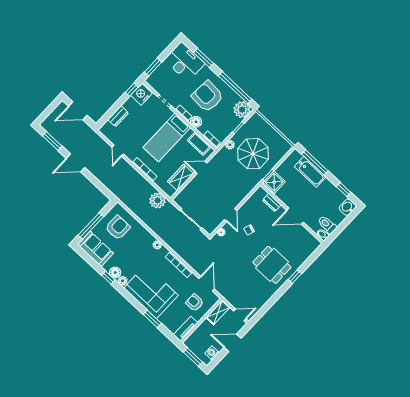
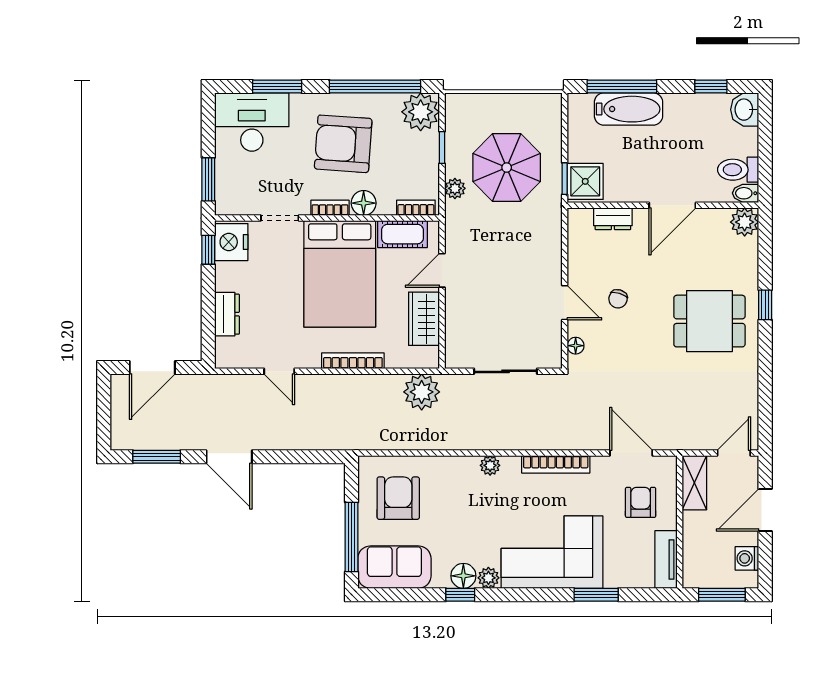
bed: (167, 137) -> (340, 274), width x1.50
door: (76, 163) -> (229, 457), hinge flipped
plant: (313, 244) -> (745, 222), added
armchair: (195, 303) -> (641, 502), turned 90

